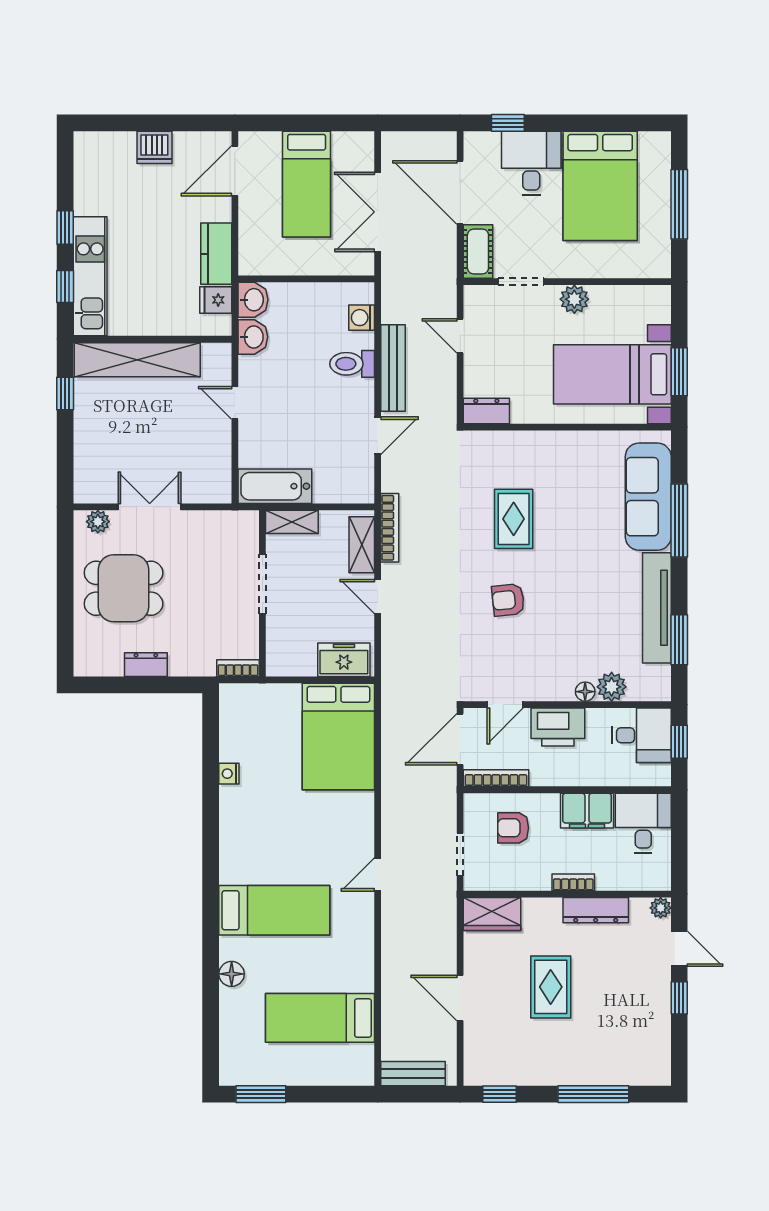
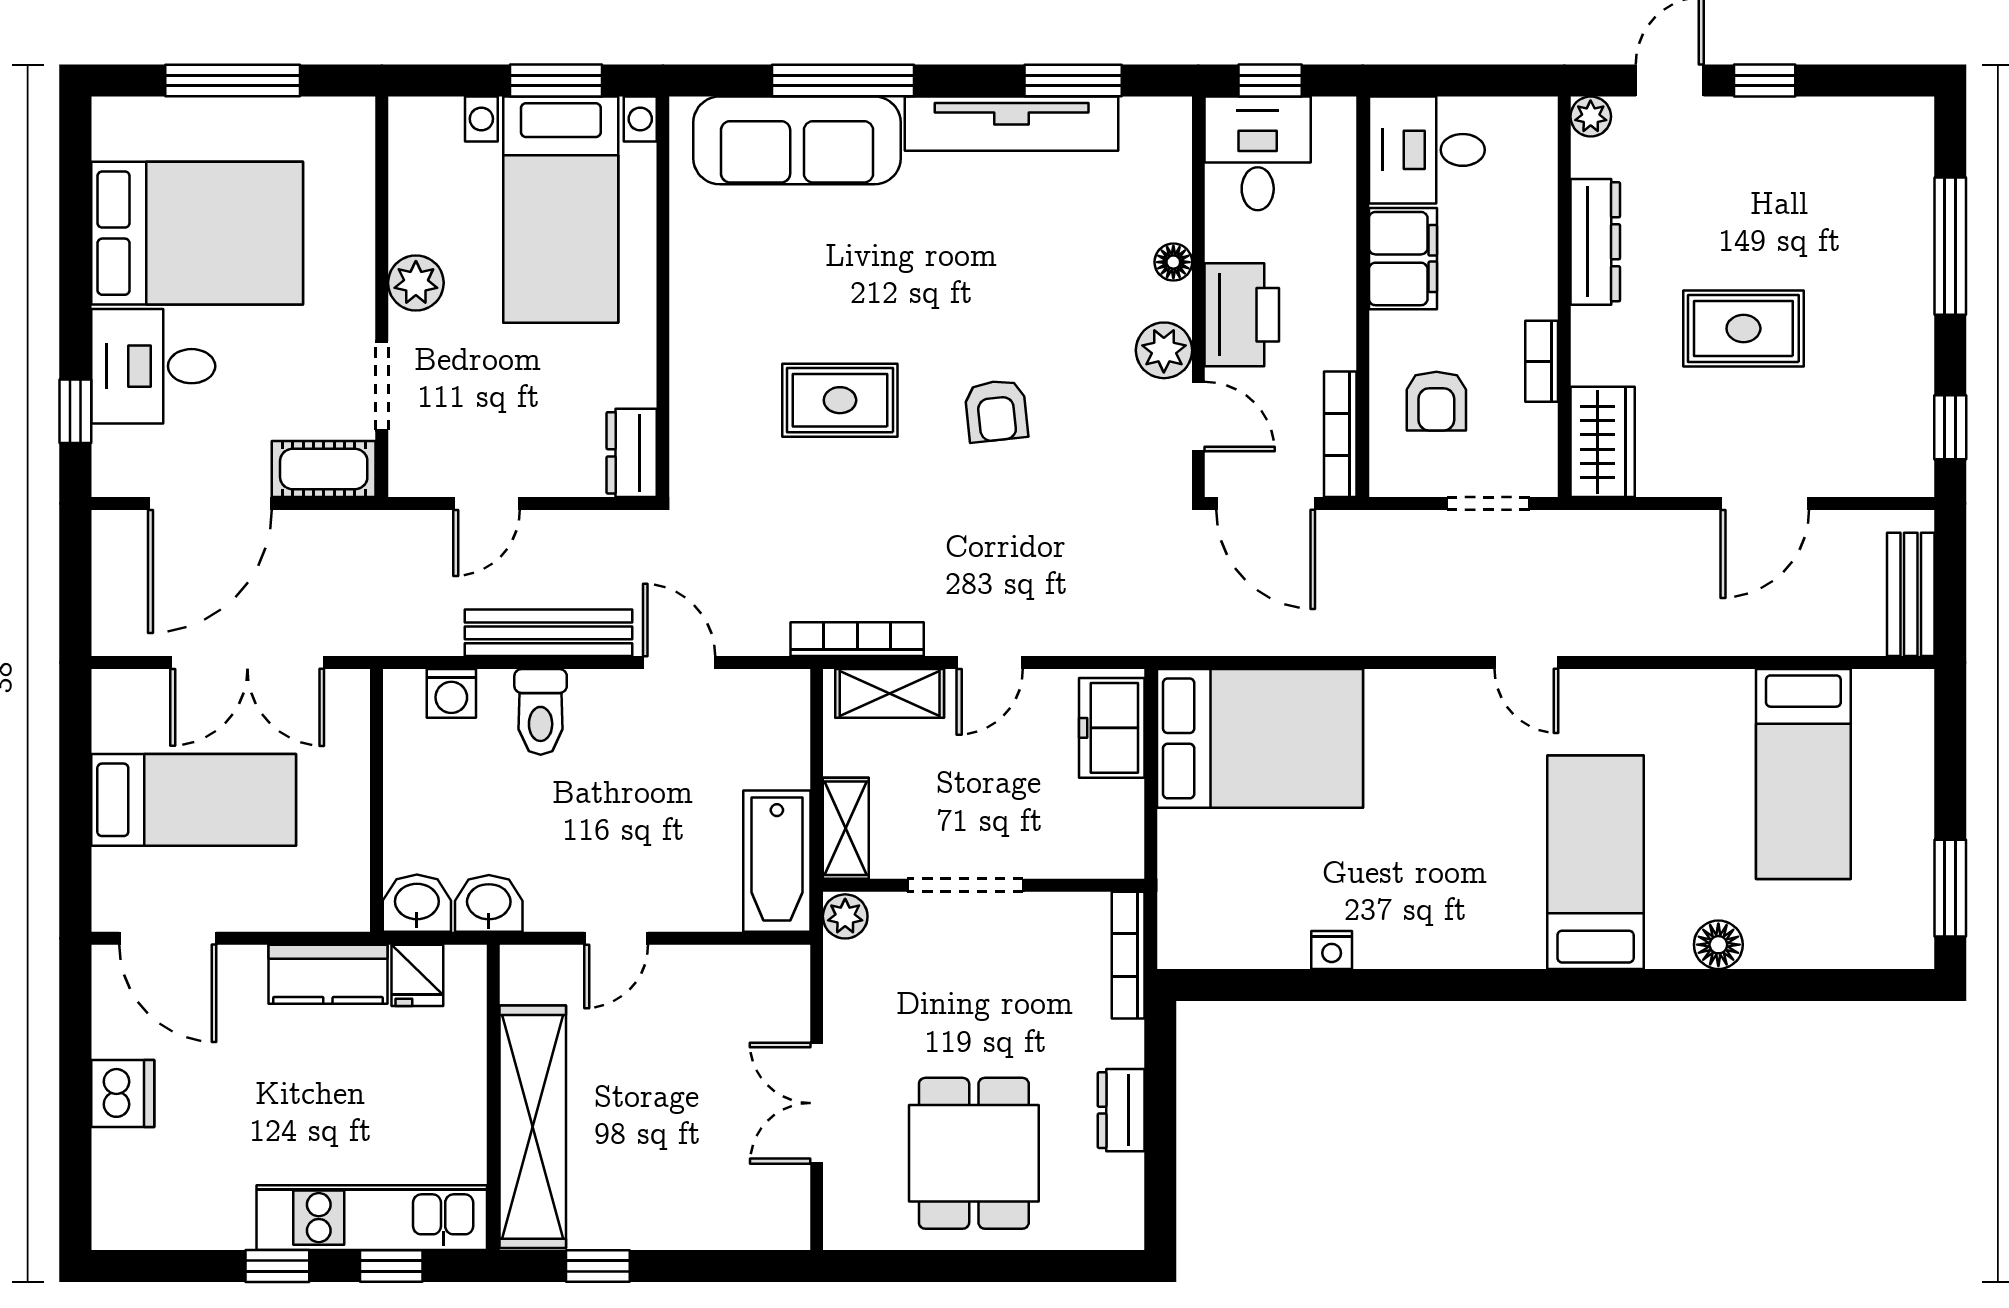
plant: (98, 522) -> (845, 916), moved
bookcase: (238, 668) -> (1128, 955), width x1.56
plant: (612, 687) -> (1164, 350), moved
bookcase: (573, 882) -> (1542, 361), moved

